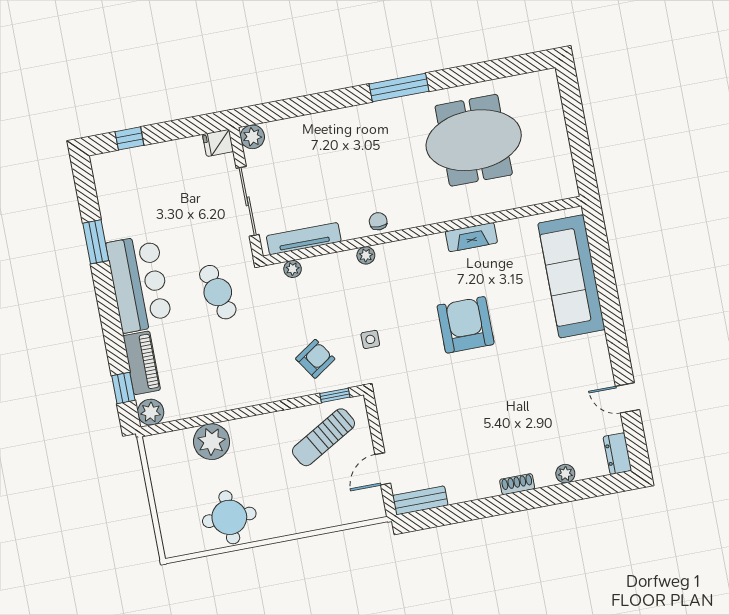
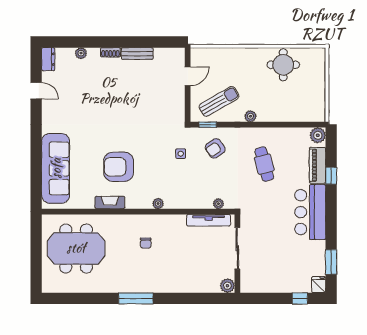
meeting table: (474, 140) -> (76, 248), moved
fridge: (218, 143) -> (319, 285), moved, turned -90
chair: (378, 221) -> (146, 243), moved
window: (96, 242) -> (331, 262), moved
plant: (366, 255) -> (158, 204), moved
cafe table: (218, 292) -> (264, 164), moved
armchair: (466, 325) -> (119, 167), moved, turned 90
window: (123, 388) -> (331, 176), moved
plant: (212, 442) -> (250, 116), moved, width x0.53, depth x0.53
bench: (420, 500) -> (137, 54), moved

